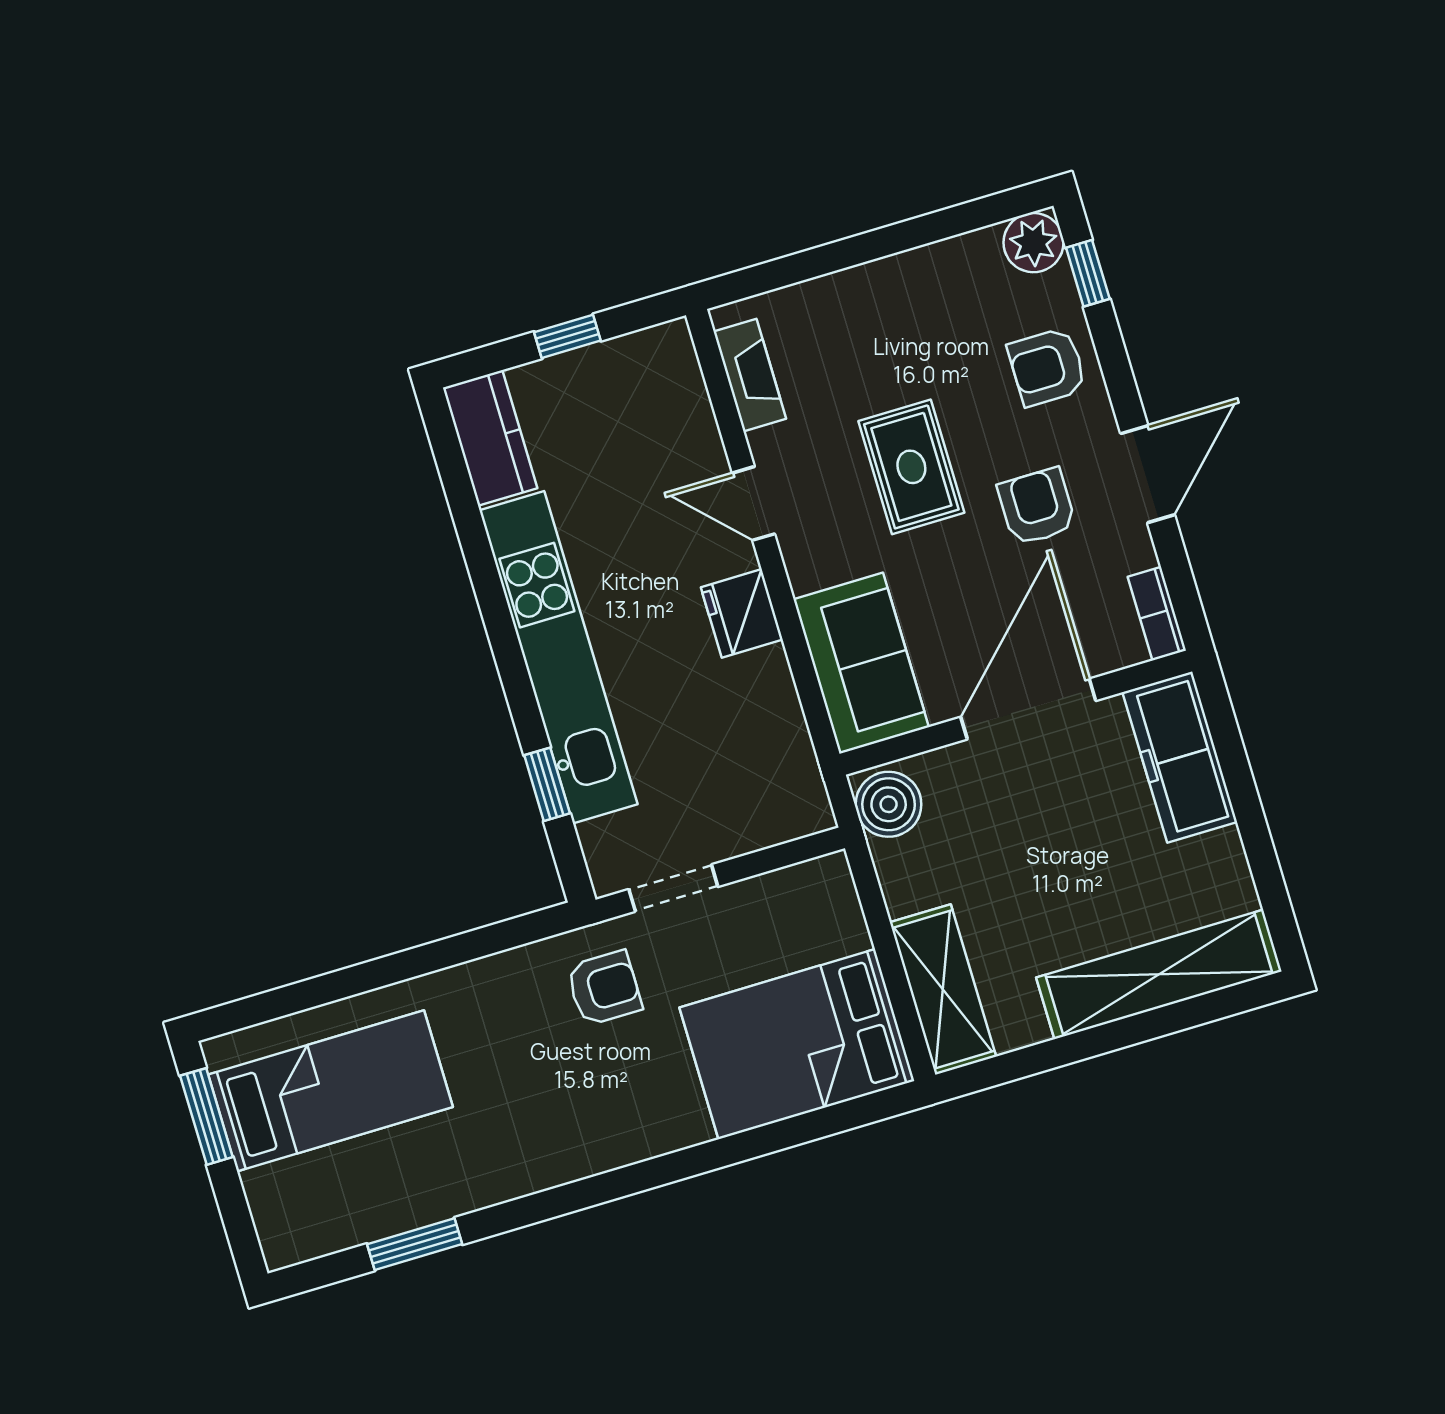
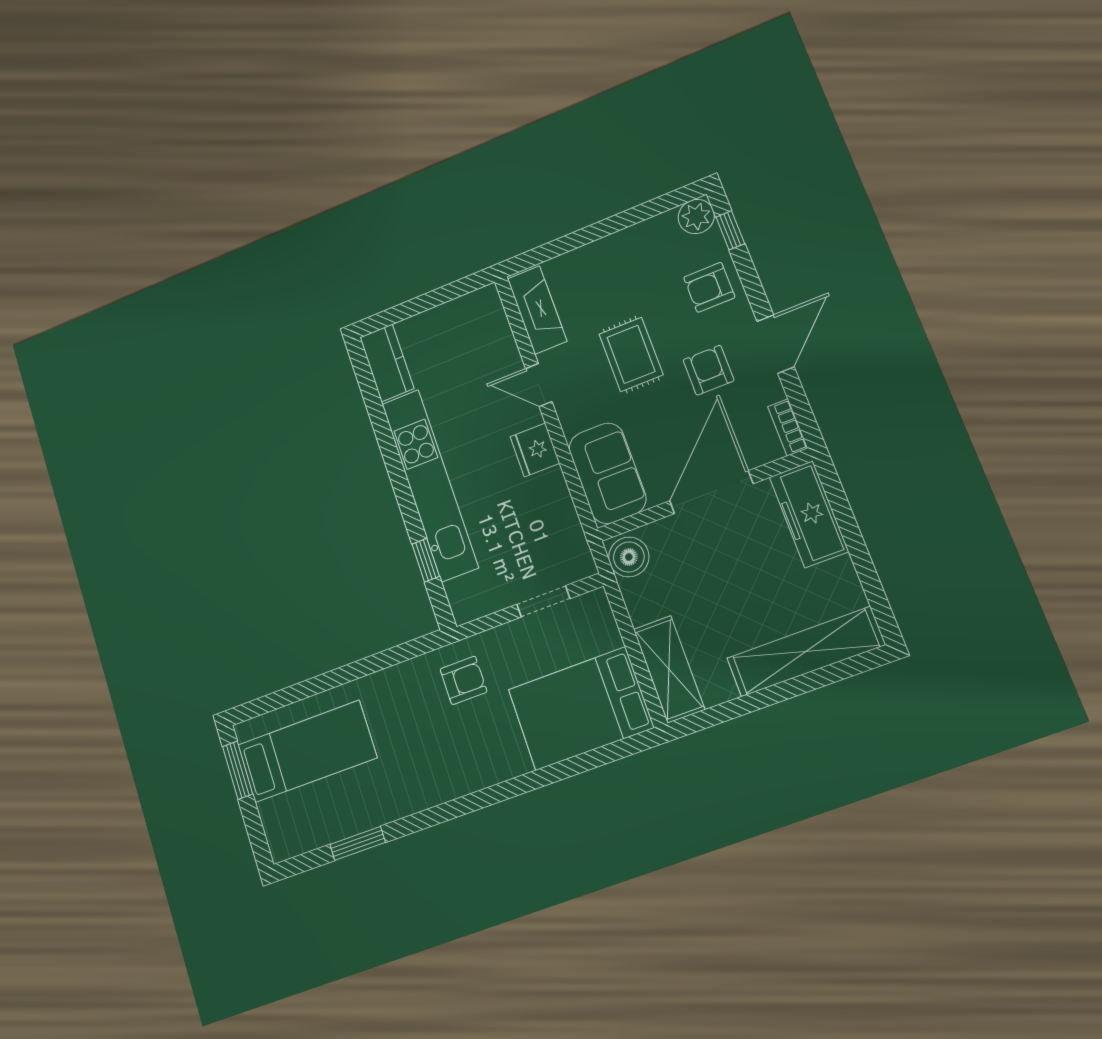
window: (567, 336) -> (428, 301), removed
fireplace: (750, 375) -> (537, 310), width x1.37, depth x1.32
doorway: (673, 888) -> (543, 601), moved

